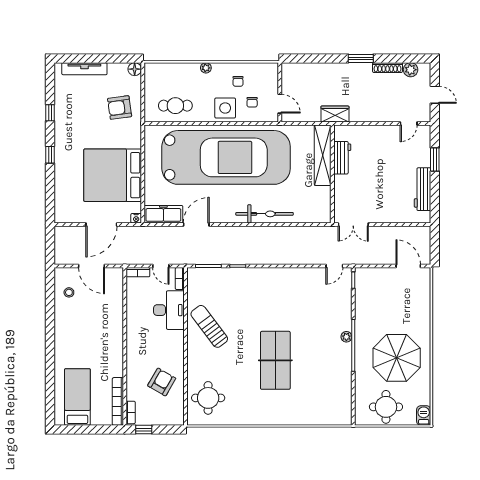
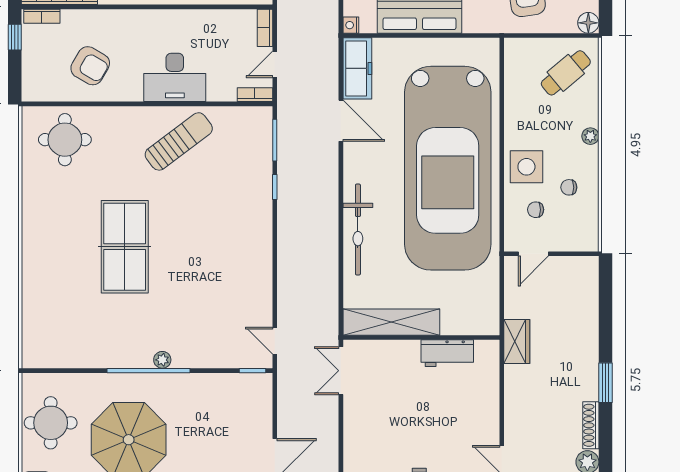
cafe table: (175, 106) -> (566, 73), moved, turned 50
shelving: (323, 155) -> (391, 322), moved
desk: (169, 310) -> (175, 77), moved
table tennis table: (275, 360) -> (125, 247), turned 90

